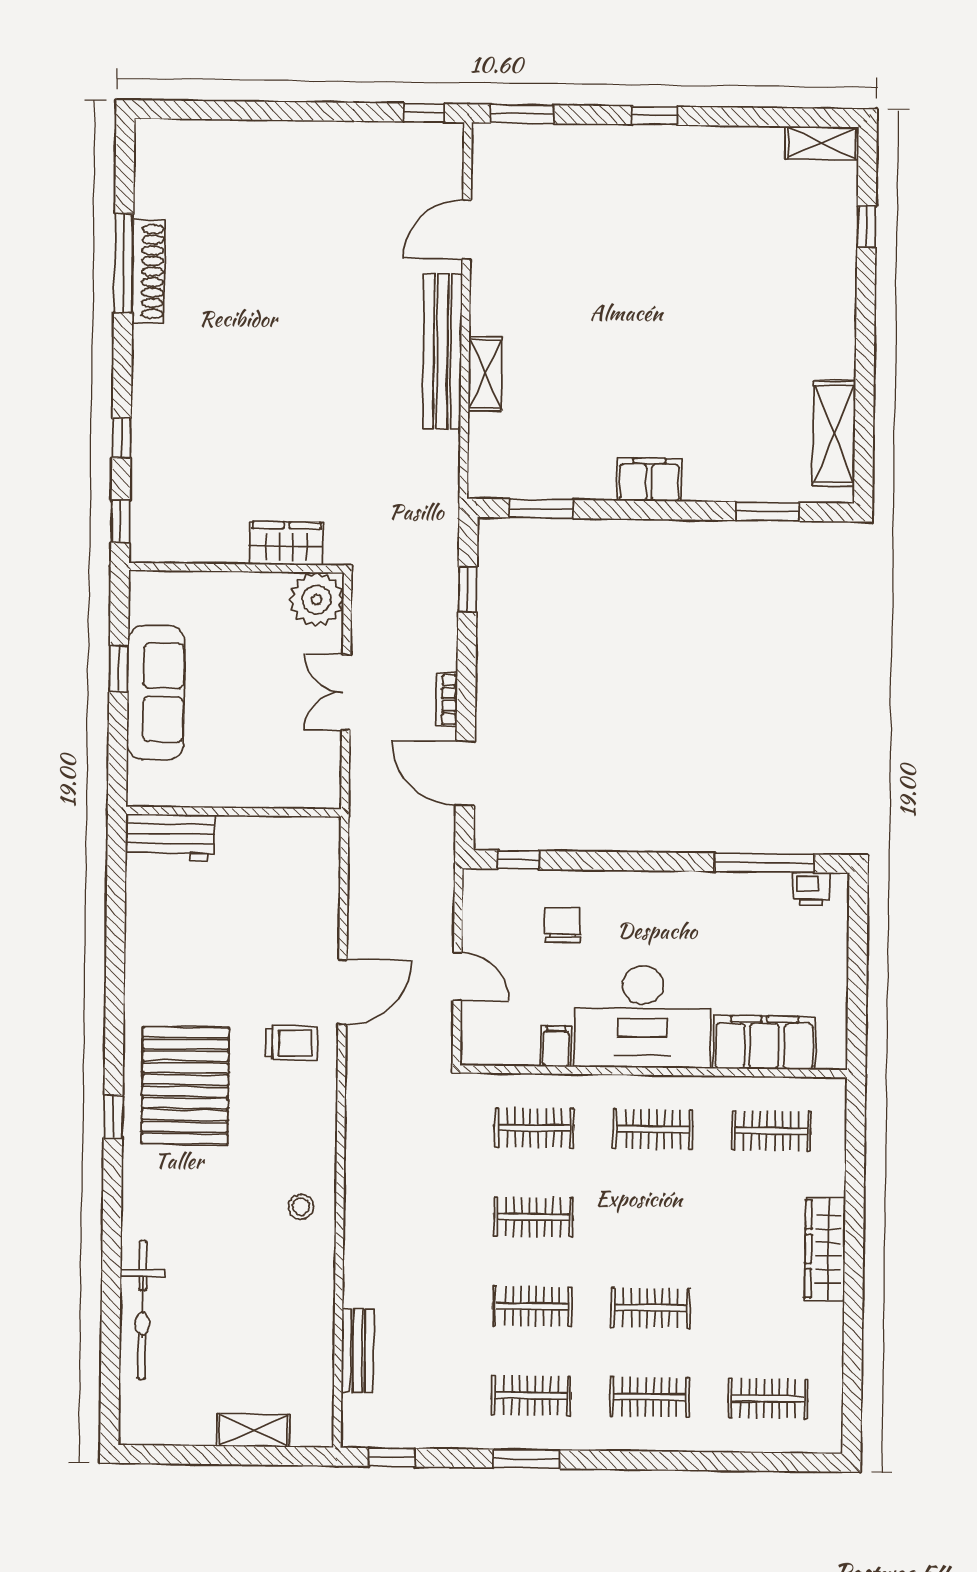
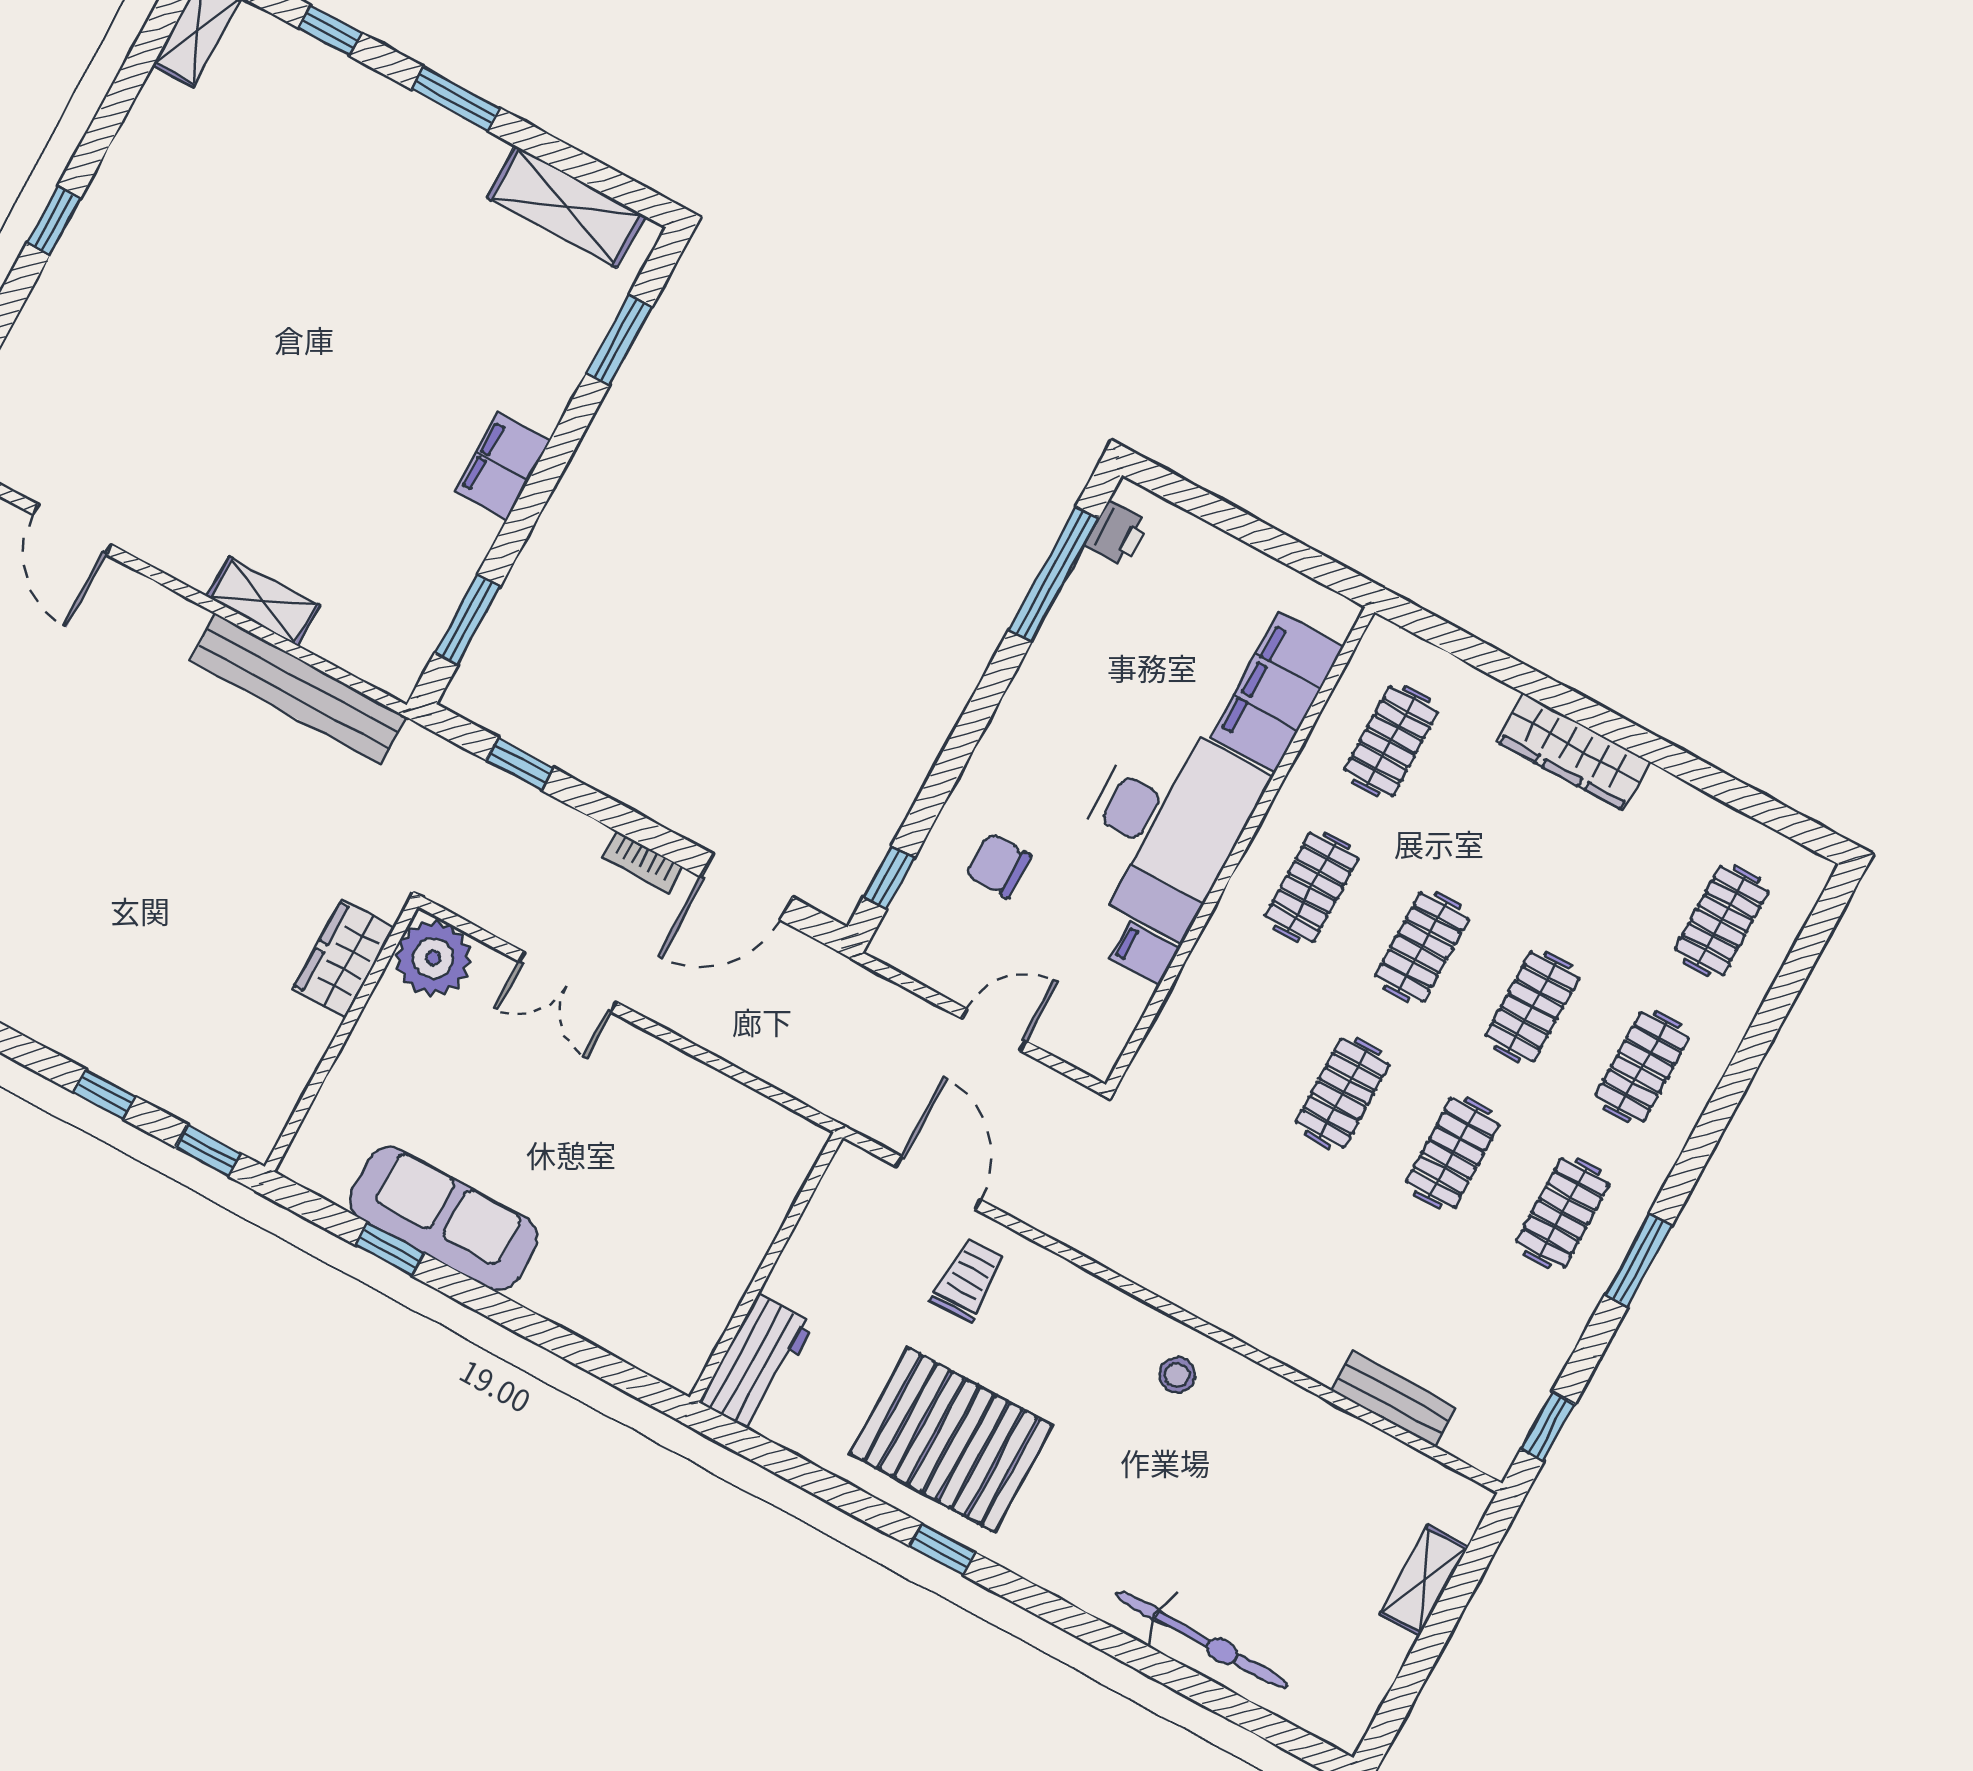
window: (865, 328) -> (456, 99), added
bench: (442, 351) -> (298, 689), moved
wall: (234, 812) -> (766, 1267), moved
workbench: (170, 837) -> (757, 1363), moved
clothes rail: (534, 1128) -> (1422, 947), moved

